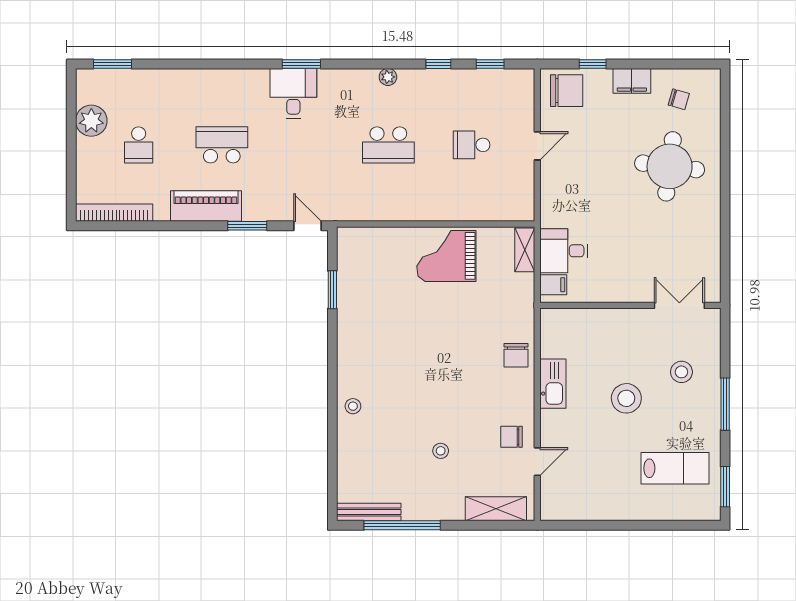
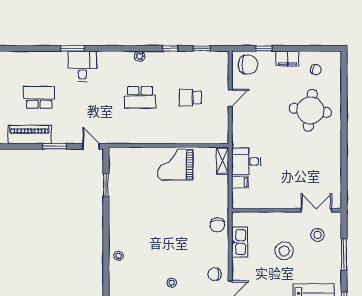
window: (301, 64) -> (72, 48), moved
wall: (630, 305) -> (287, 210), moved
double door: (679, 305) -> (316, 210), moved

